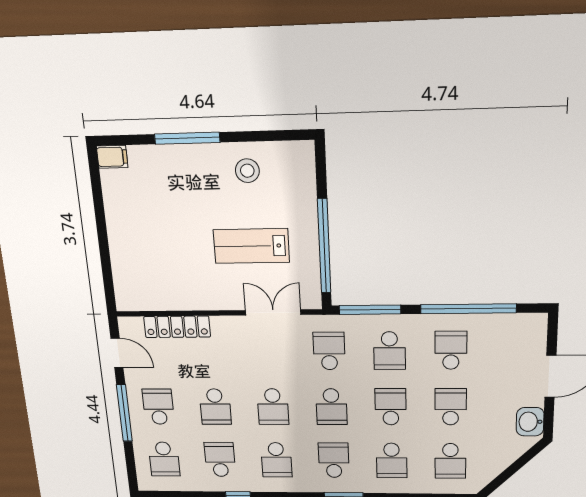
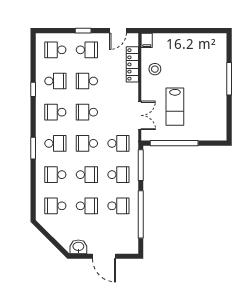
filing cabinet: (112, 157) -> (147, 40), moved
stool: (247, 171) -> (155, 69), moved
lab bench: (251, 246) -> (175, 107), turned 180
school desk: (390, 351) -> (118, 175), turned 180
window: (124, 413) -> (83, 31), width x0.46

